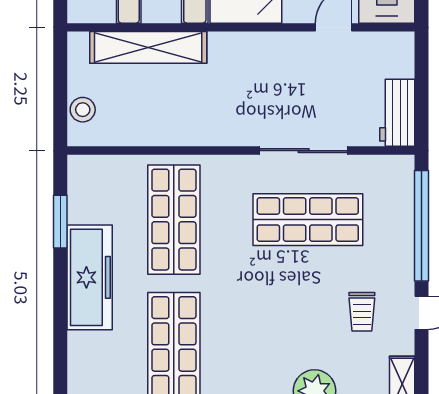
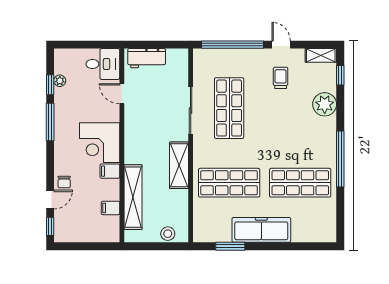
workbench: (397, 113) -> (147, 58), moved
shelving: (205, 130) -> (179, 165), added
trolley: (362, 312) -> (281, 78), turned -90

